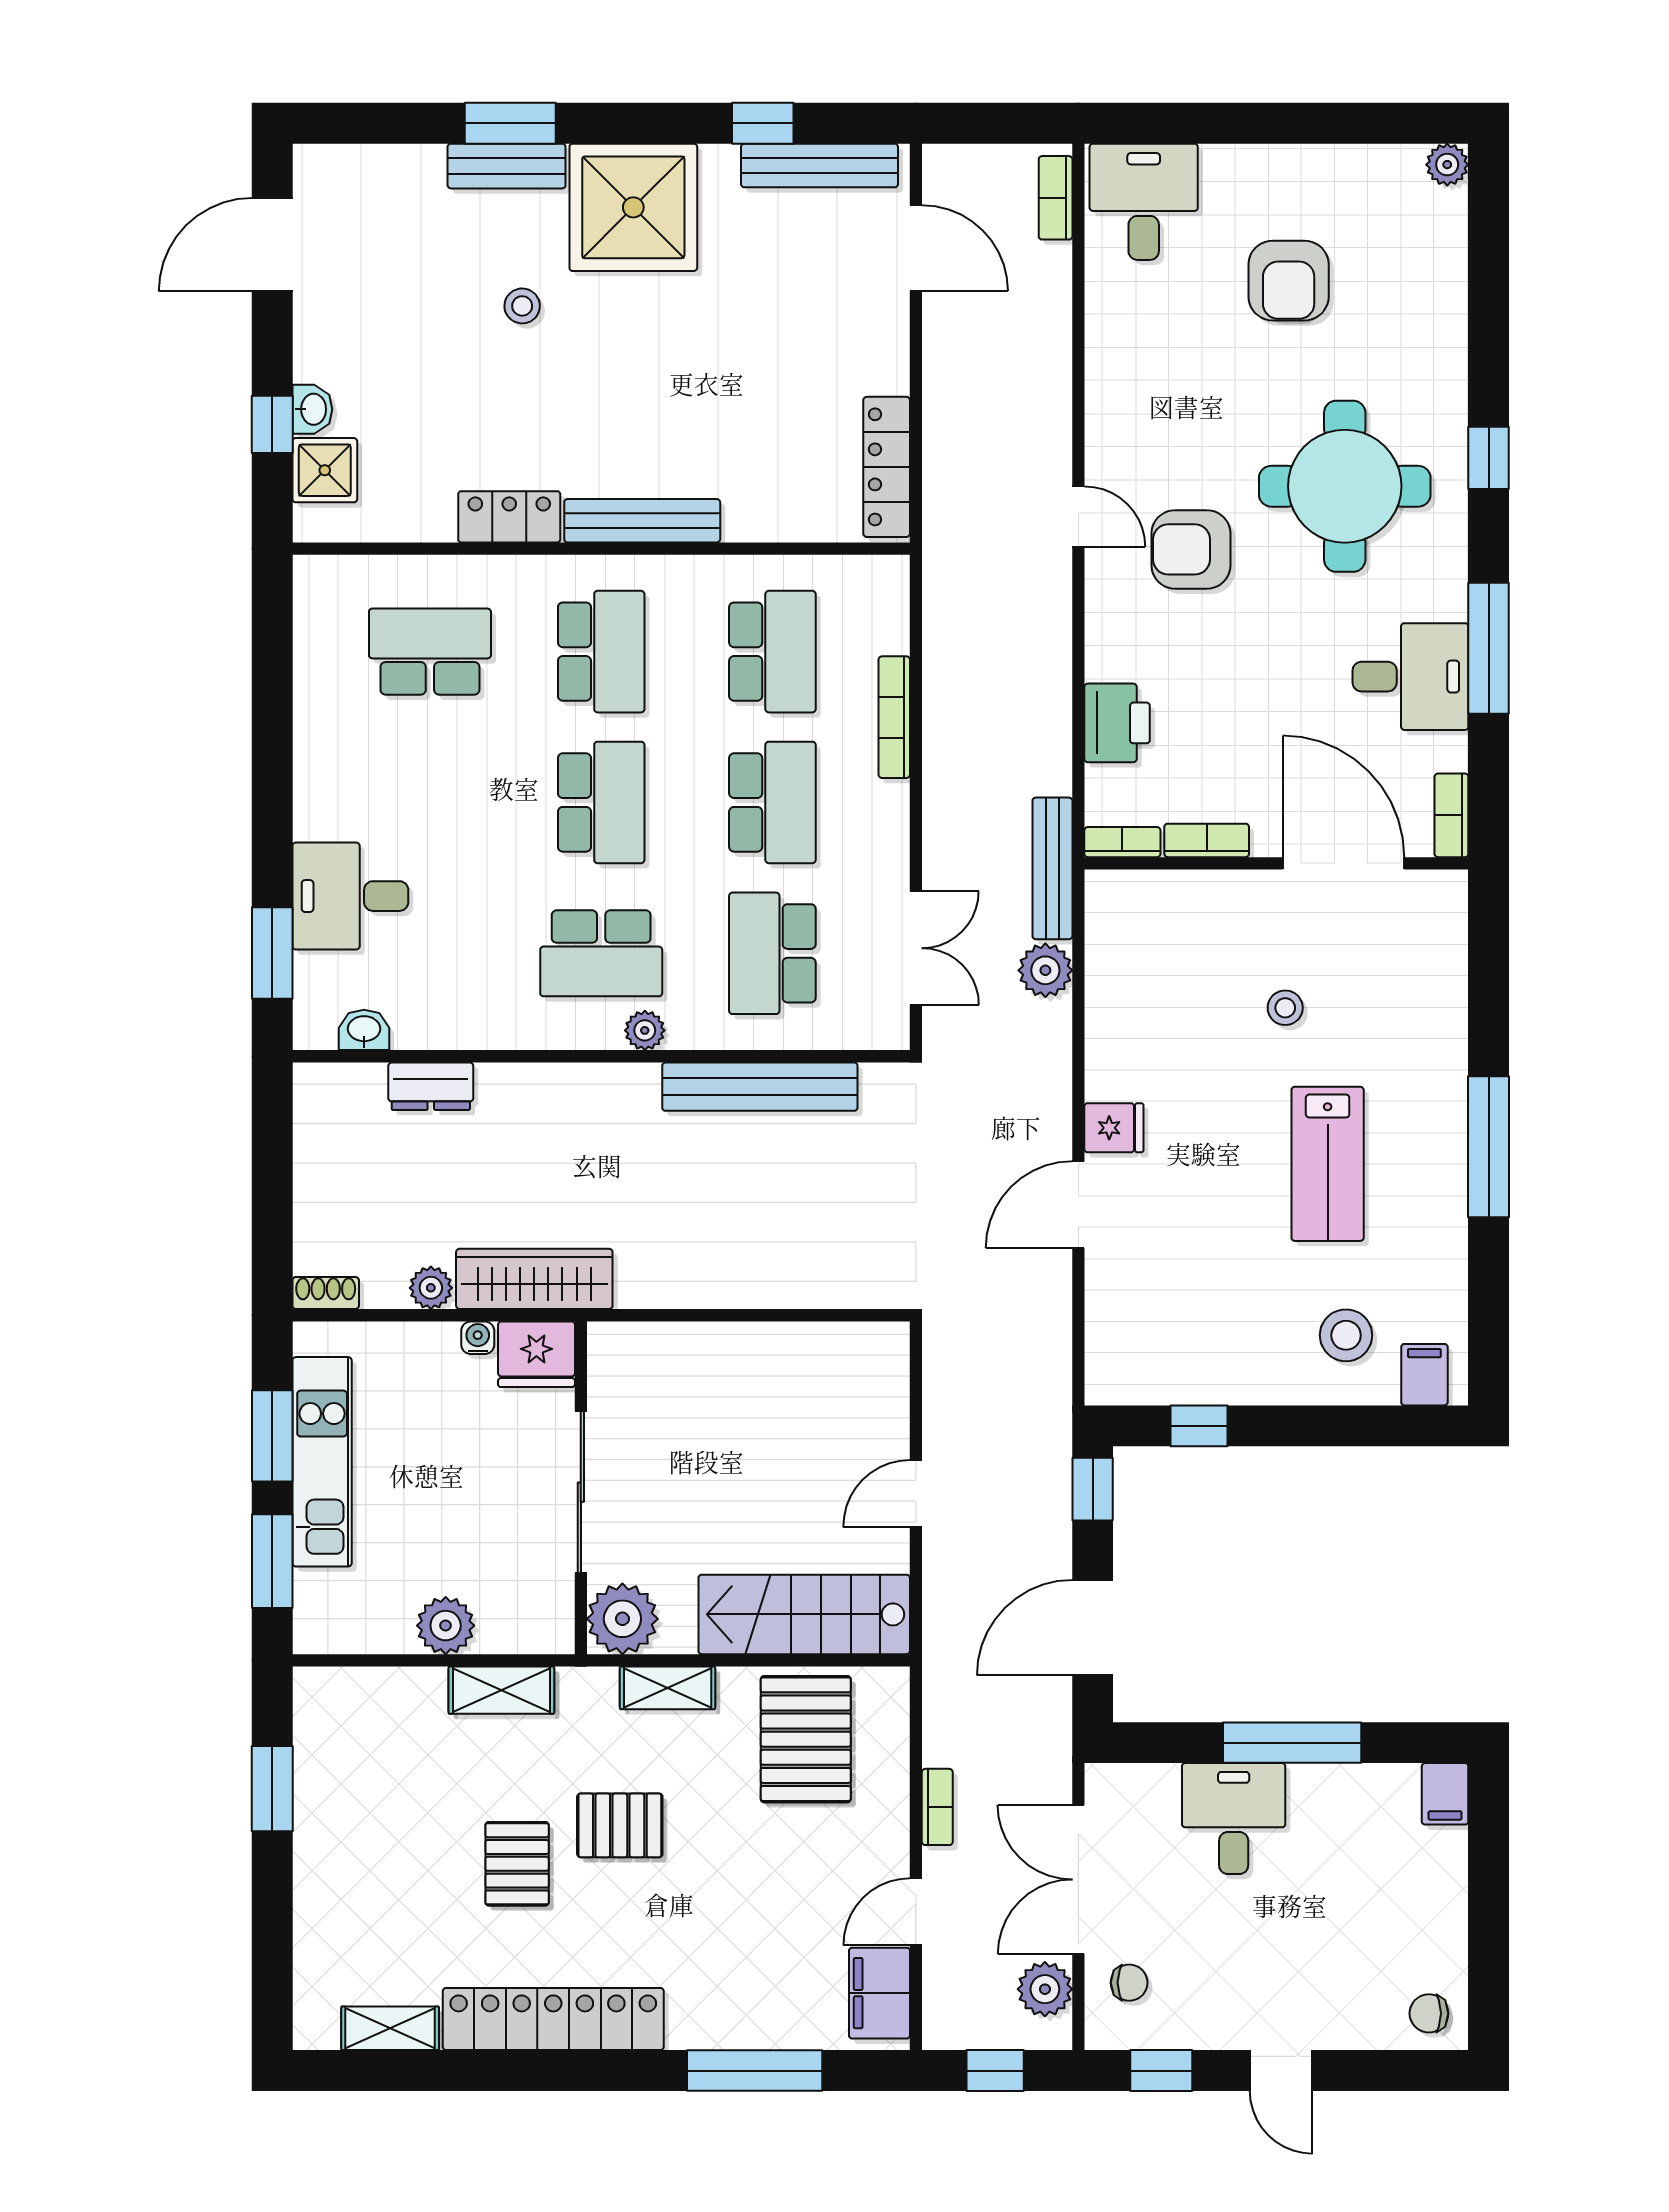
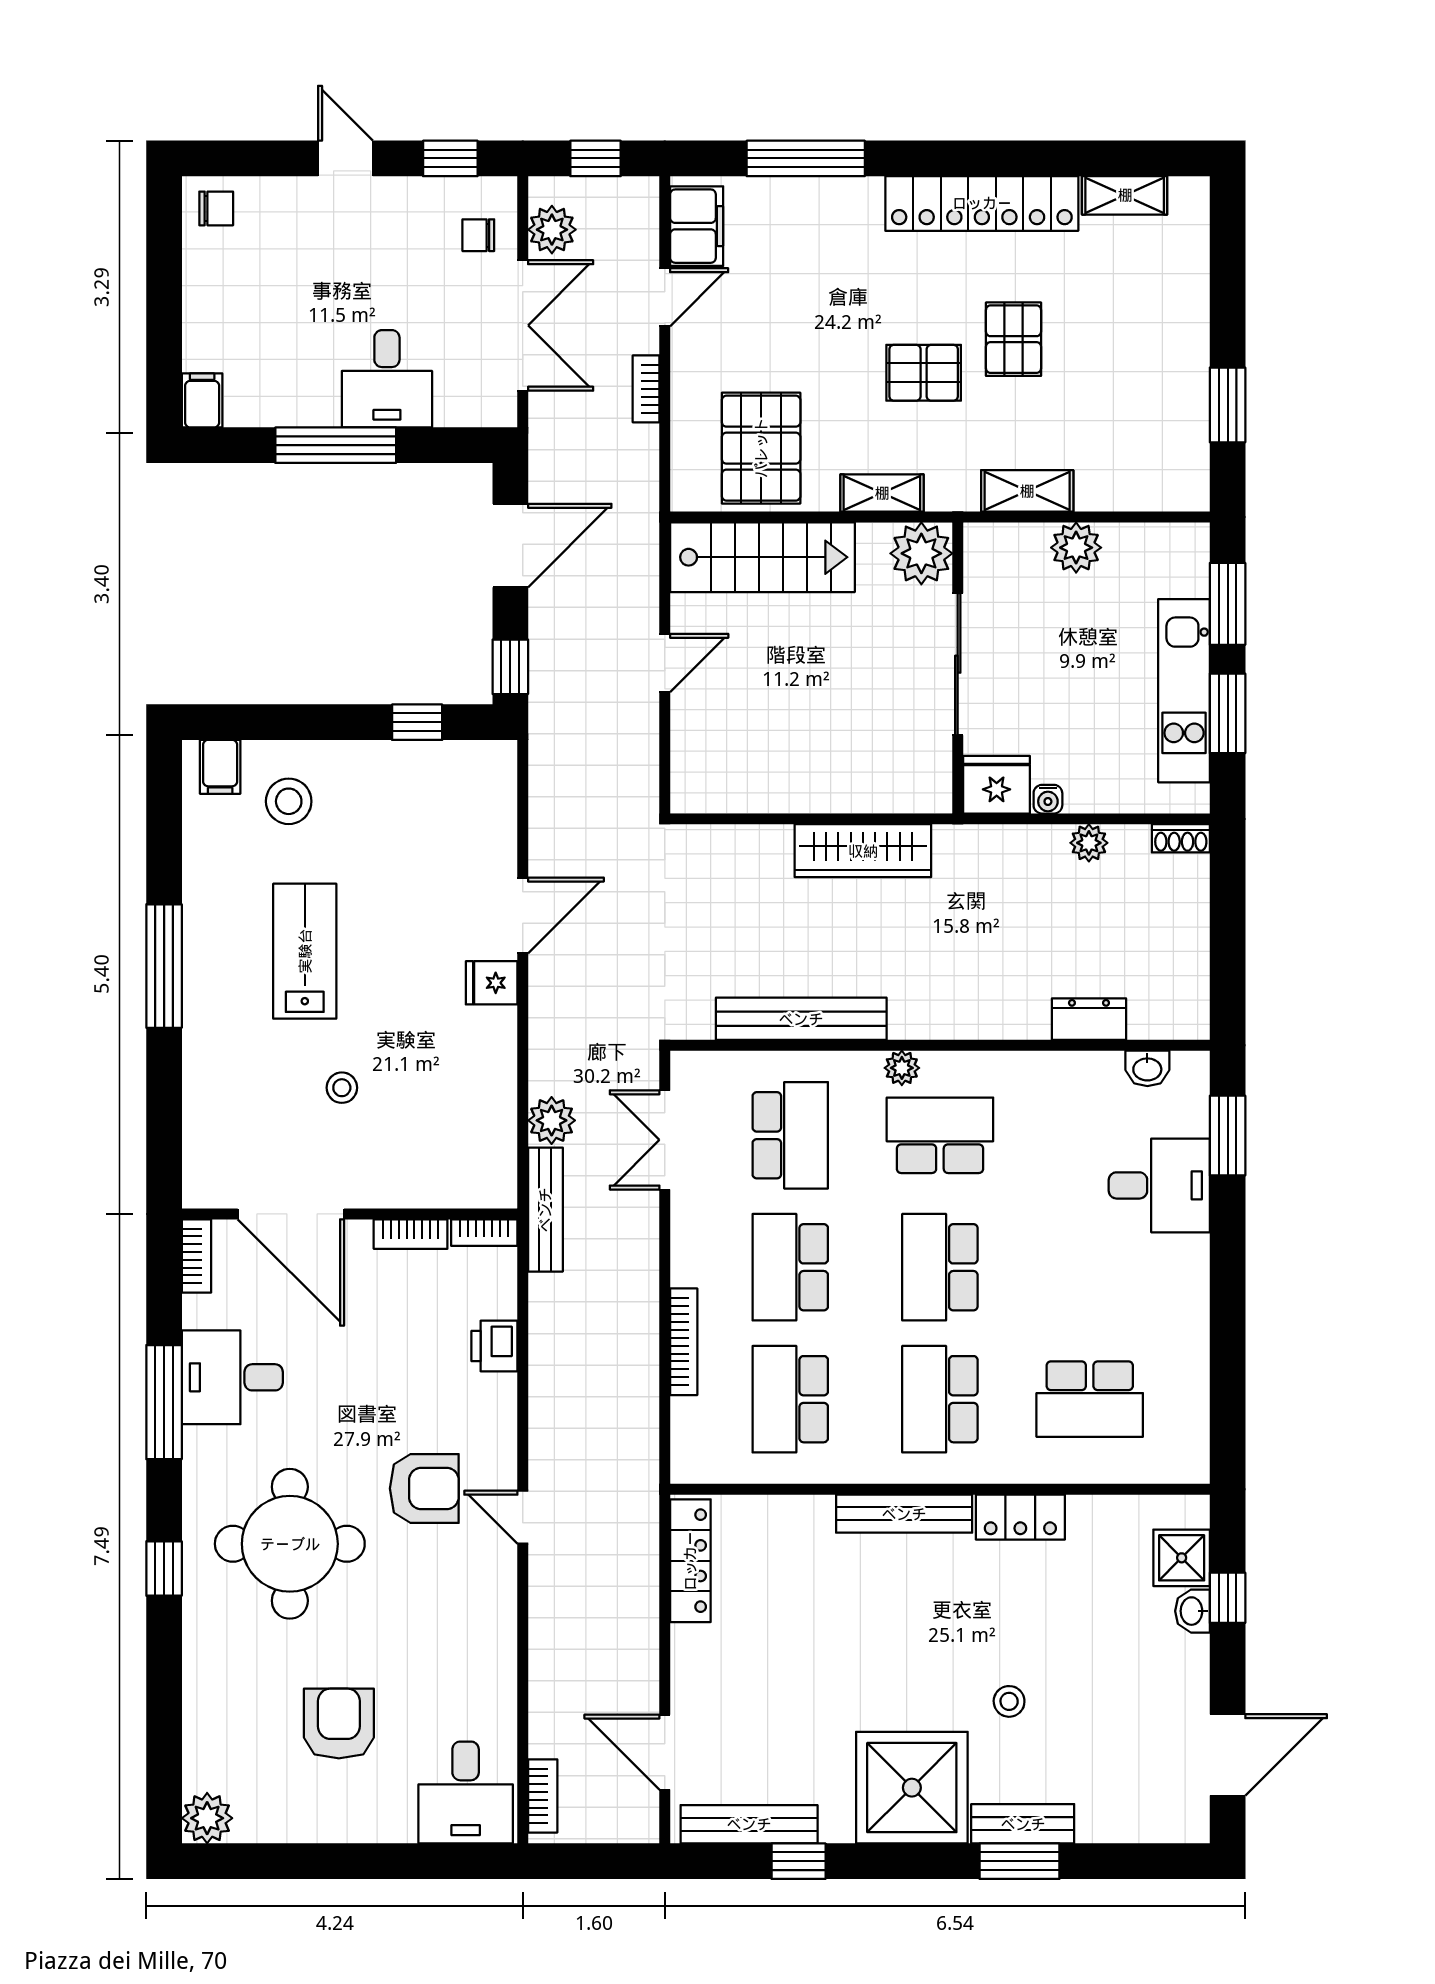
plant: (1447, 165) -> (207, 1818), width x1.38, depth x1.38
printer: (1117, 723) -> (494, 1346), width x0.73, depth x0.81
wardrobe: (534, 1279) -> (863, 851), moved

